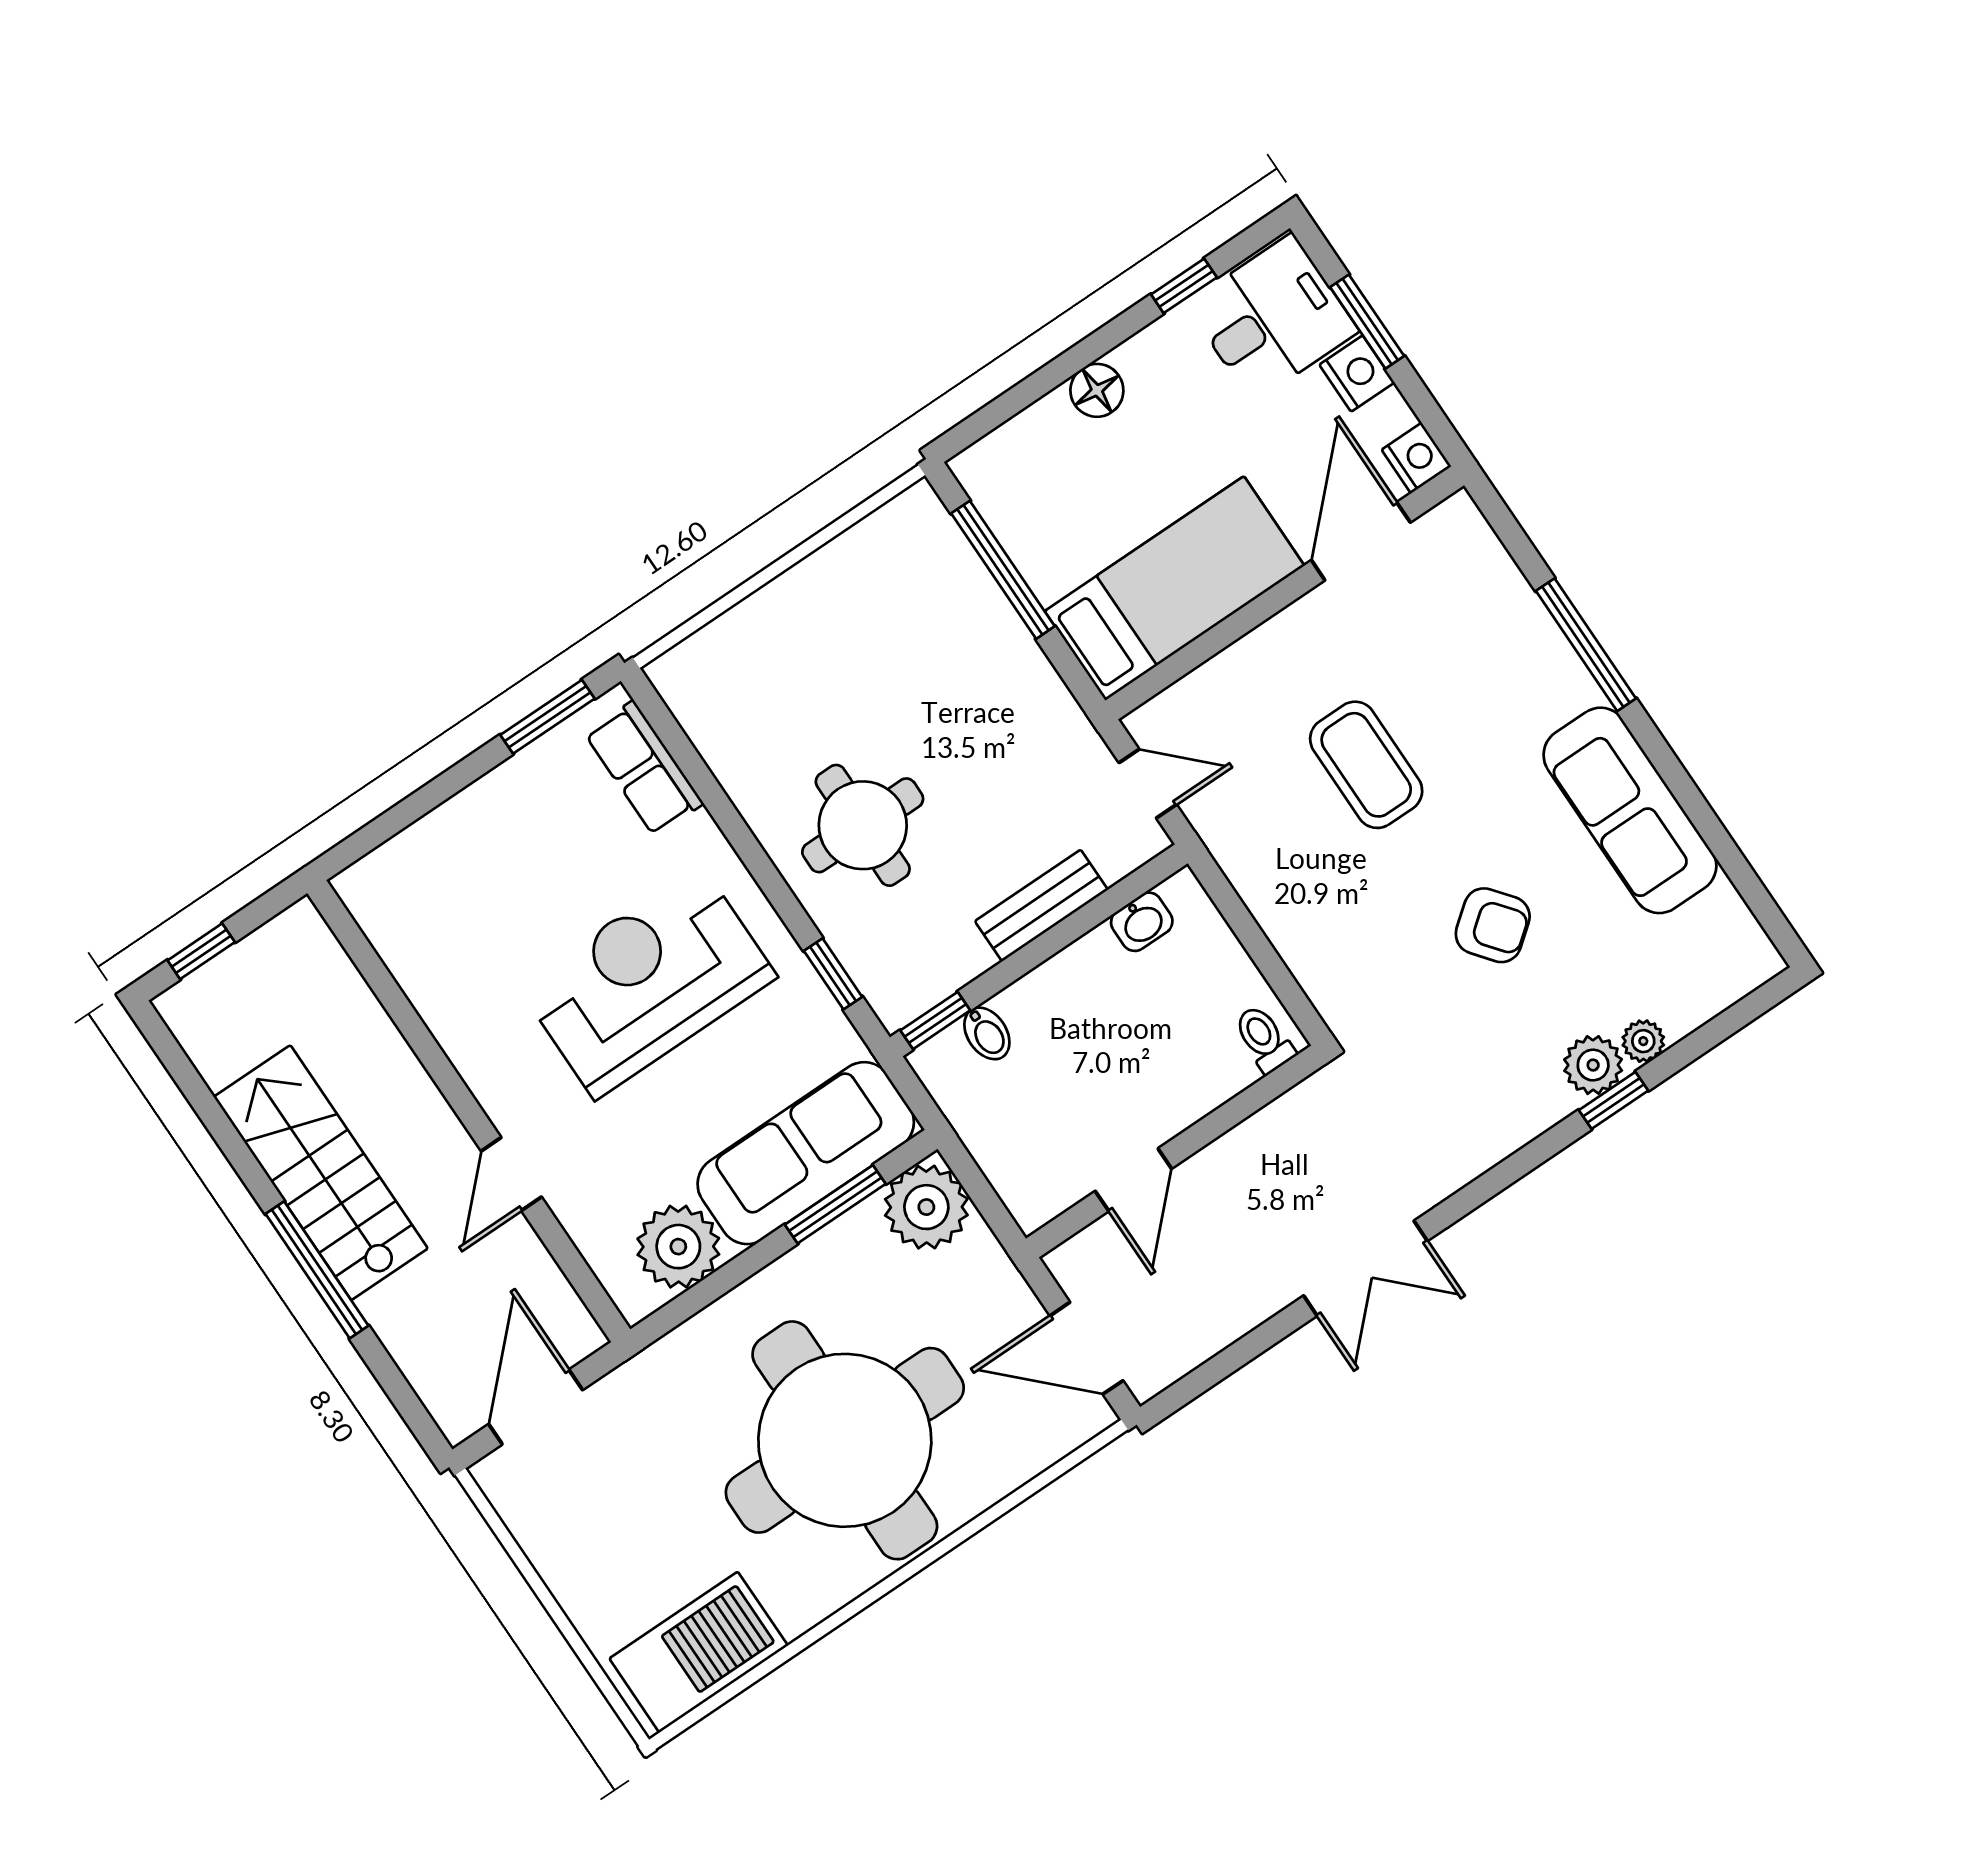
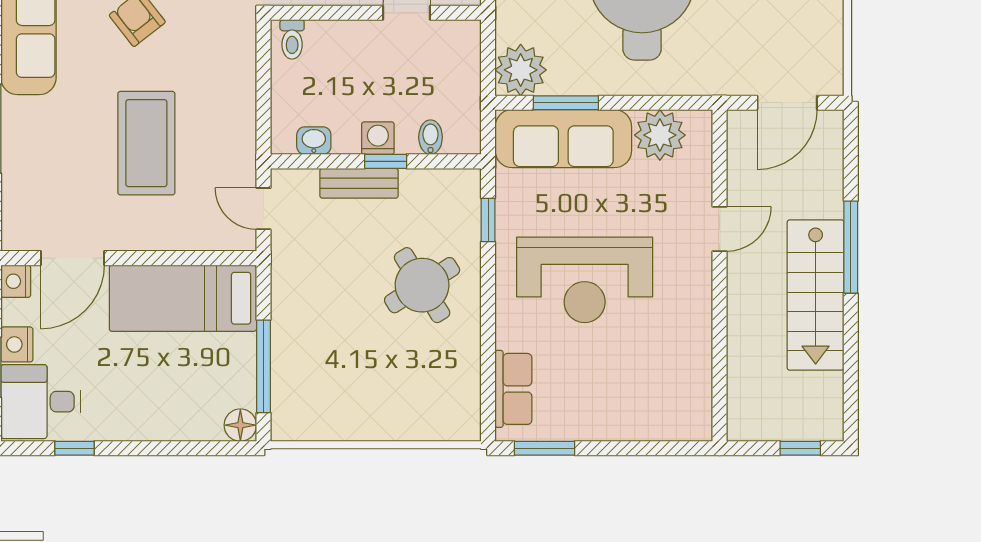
floor lamp: (1097, 390) -> (240, 425), moved
coffee table: (1366, 765) -> (146, 143), width x1.36, depth x1.32
round table: (863, 825) -> (422, 285), turned -32
washing machine: (1057, 984) -> (378, 138), added
window: (935, 1020) -> (386, 161), moved

